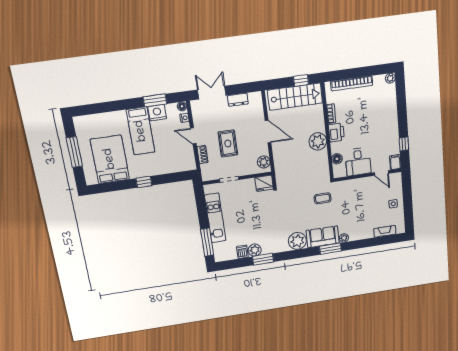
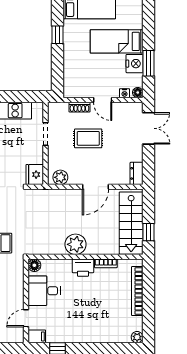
dresser: (238, 100) -> (137, 173), moved
door: (193, 136) -> (103, 100), swing flipped
floor lamp: (337, 159) -> (34, 265), moved

